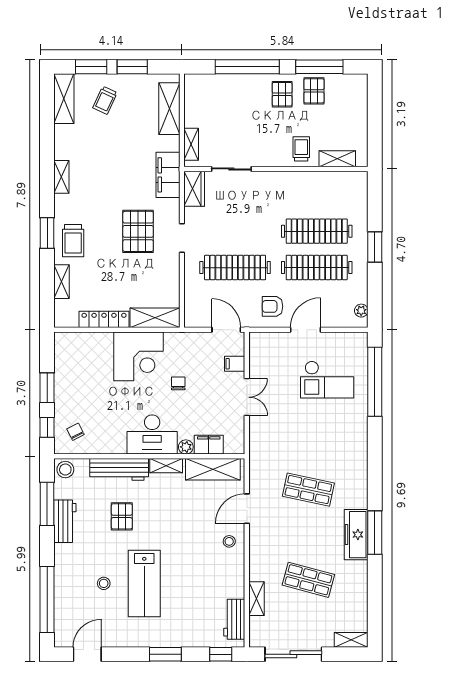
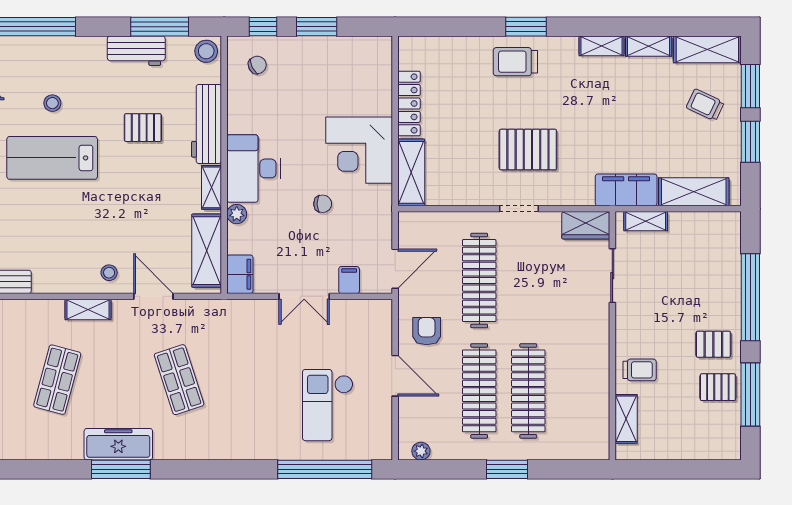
filing cabinet: (168, 175) -> (626, 190), moved
shelving: (62, 282) -> (649, 46), moved
filing cabinet: (209, 445) -> (240, 274), moved
shop shelf: (308, 490) -> (179, 380), turned -30
shelving: (256, 599) -> (88, 310), moved

